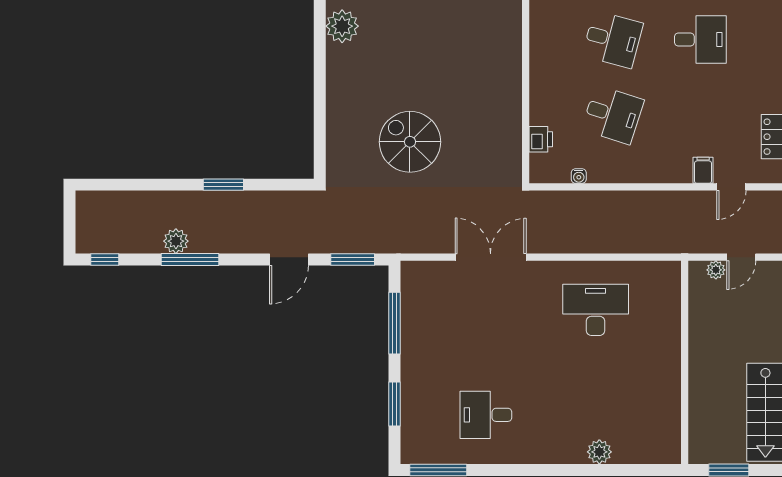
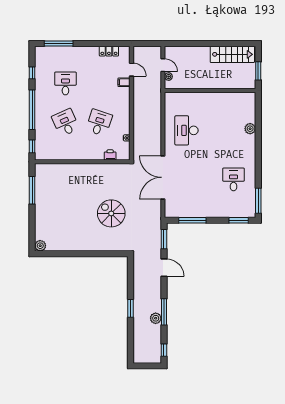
plant: (342, 26) -> (59, 244), removed
desk: (613, 39) -> (65, 123), turned -39
spiral stairs: (410, 142) -> (111, 213), turned 90
window: (223, 185) -> (130, 308), moved
double door: (491, 257) -> (163, 177), width x1.36
window: (395, 404) -> (239, 220), moved
desk: (486, 415) -> (233, 179), turned 180

